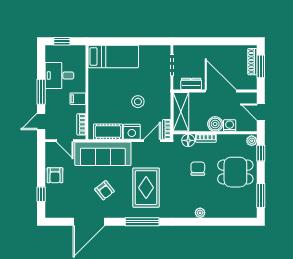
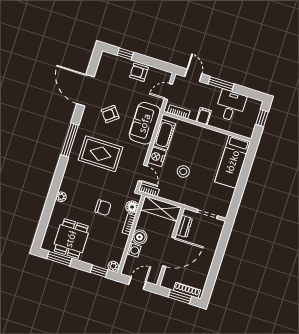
sofa: (103, 154) -> (145, 123), width x0.73
dining table: (235, 172) -> (71, 239), moved

